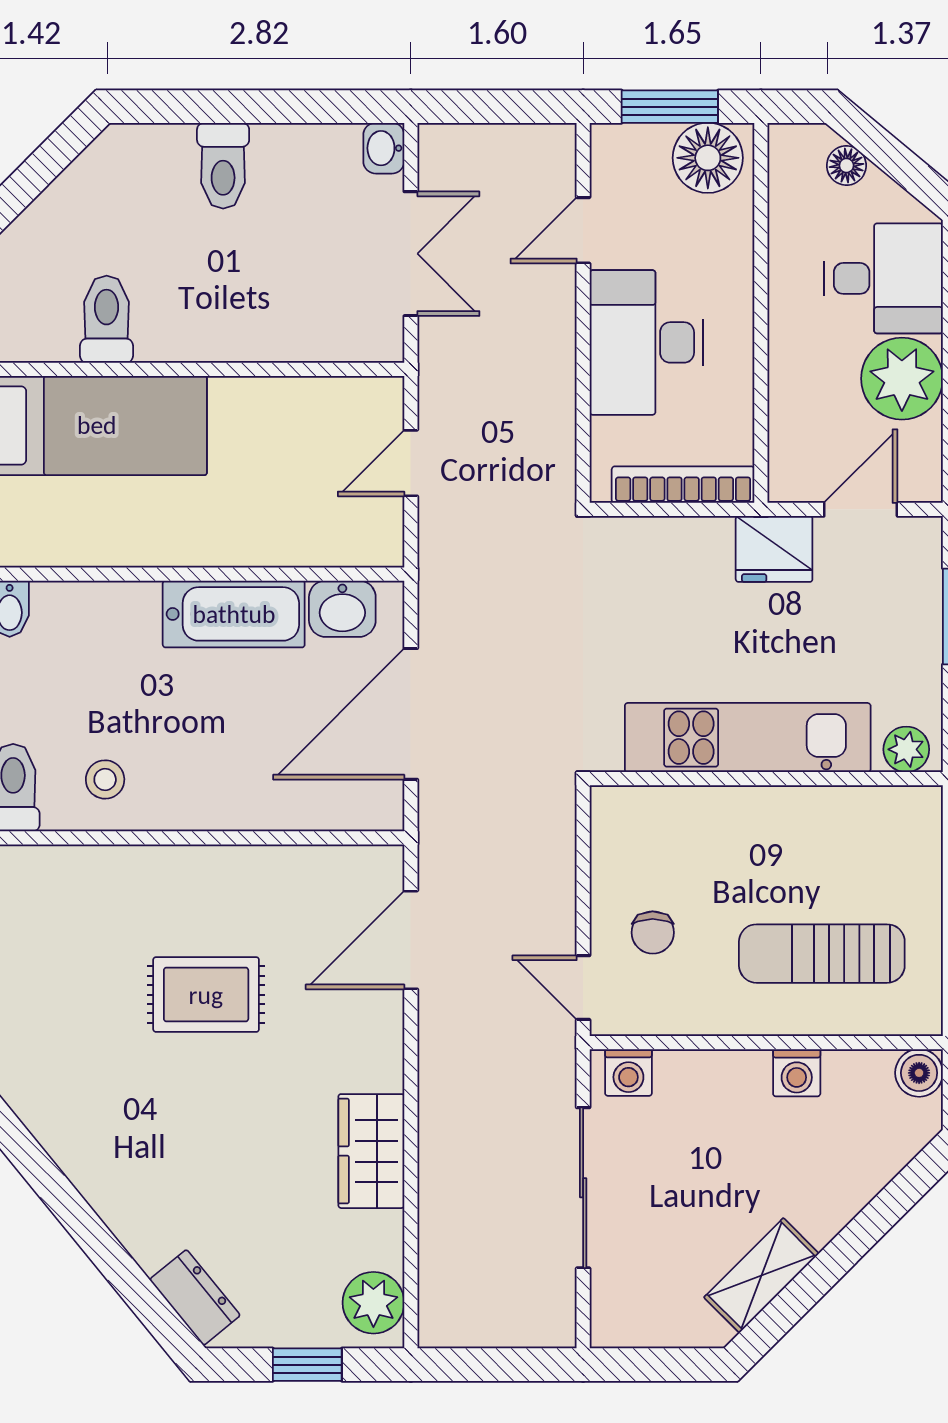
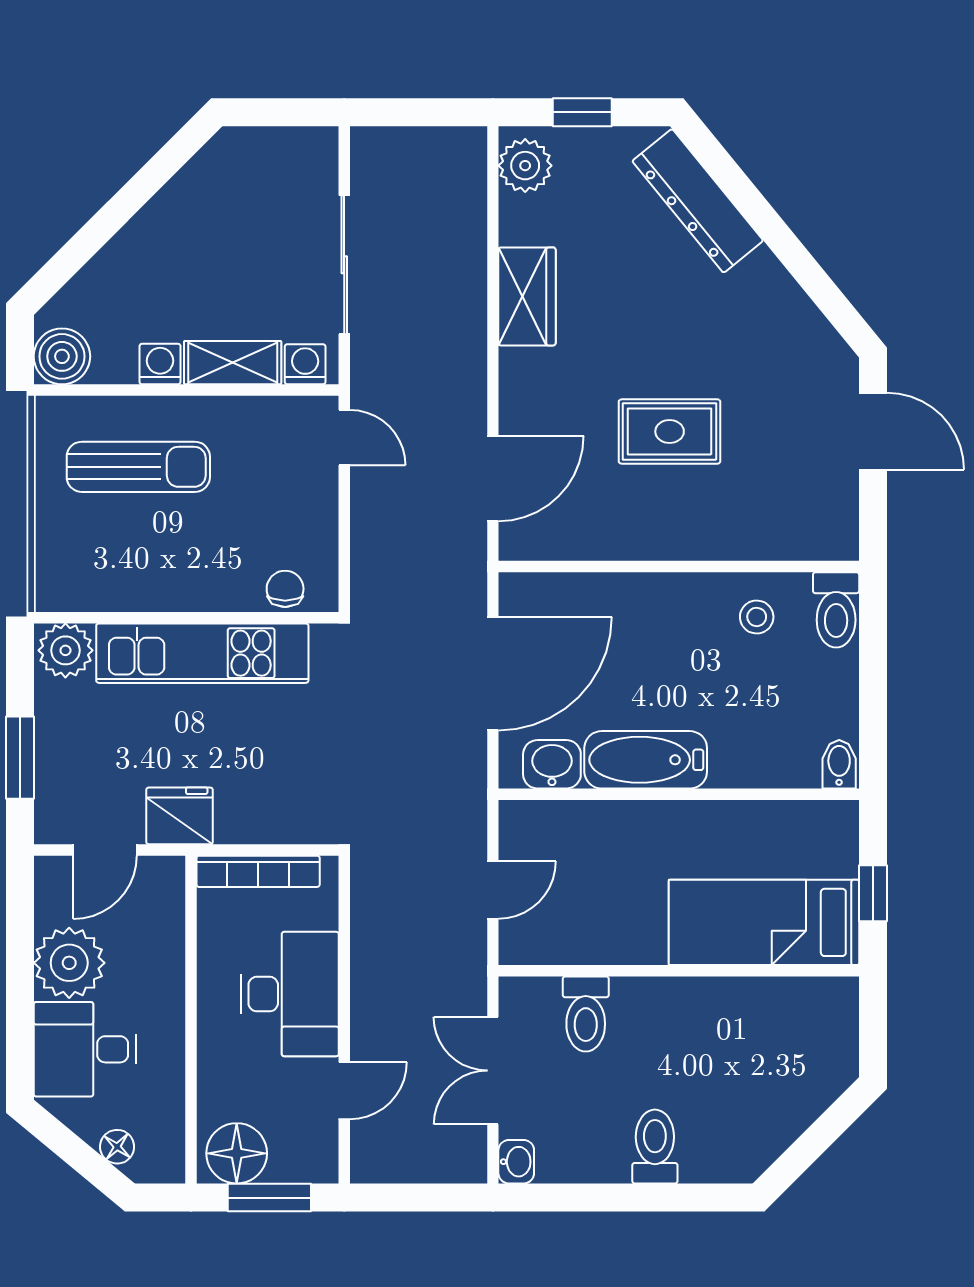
toilet: (107, 319) -> (586, 1014), moved
plant: (906, 749) -> (65, 650), width x1.38, depth x1.38
chair: (653, 933) -> (285, 589), moved
boiler: (919, 1073) -> (62, 356), width x1.36, depth x1.36
shelving: (761, 1275) -> (233, 363), moved, turned 45
dresser: (195, 1297) -> (698, 201), width x1.96, depth x1.24

